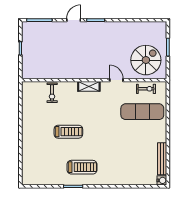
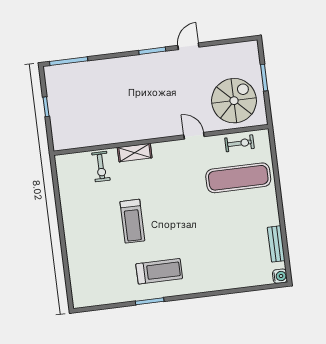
door: (74, 20) -> (188, 46), moved
shelving: (89, 86) -> (135, 153), moved
treadmill: (68, 132) -> (132, 221), turned 90
bench: (162, 159) -> (276, 244), width x0.73

